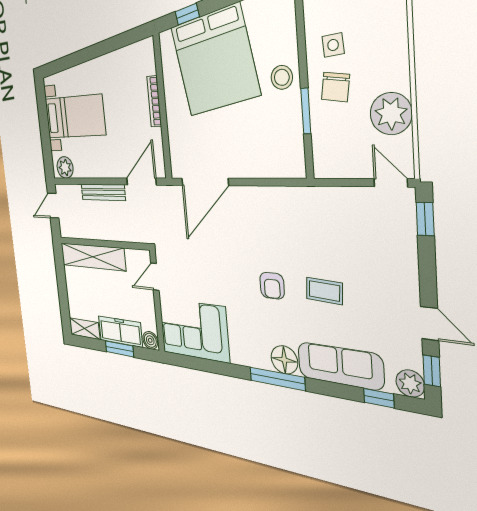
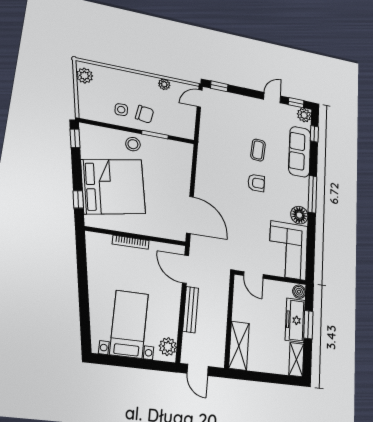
plant: (391, 114) -> (164, 84), width x0.53, depth x0.53
shelving: (93, 257) -> (239, 346), width x0.68
floor lamp: (284, 360) -> (299, 215), moved

